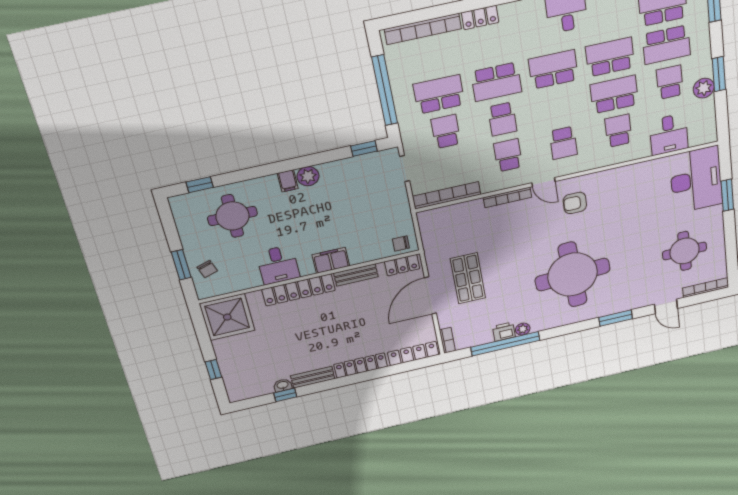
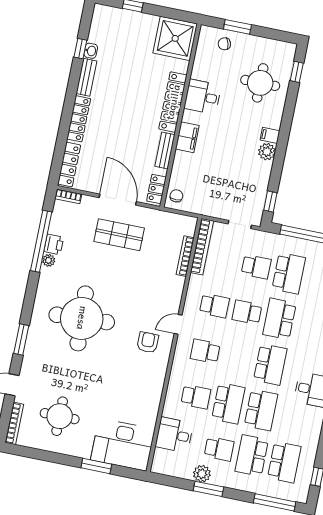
bookcase: (507, 197) -> (185, 256), moved

